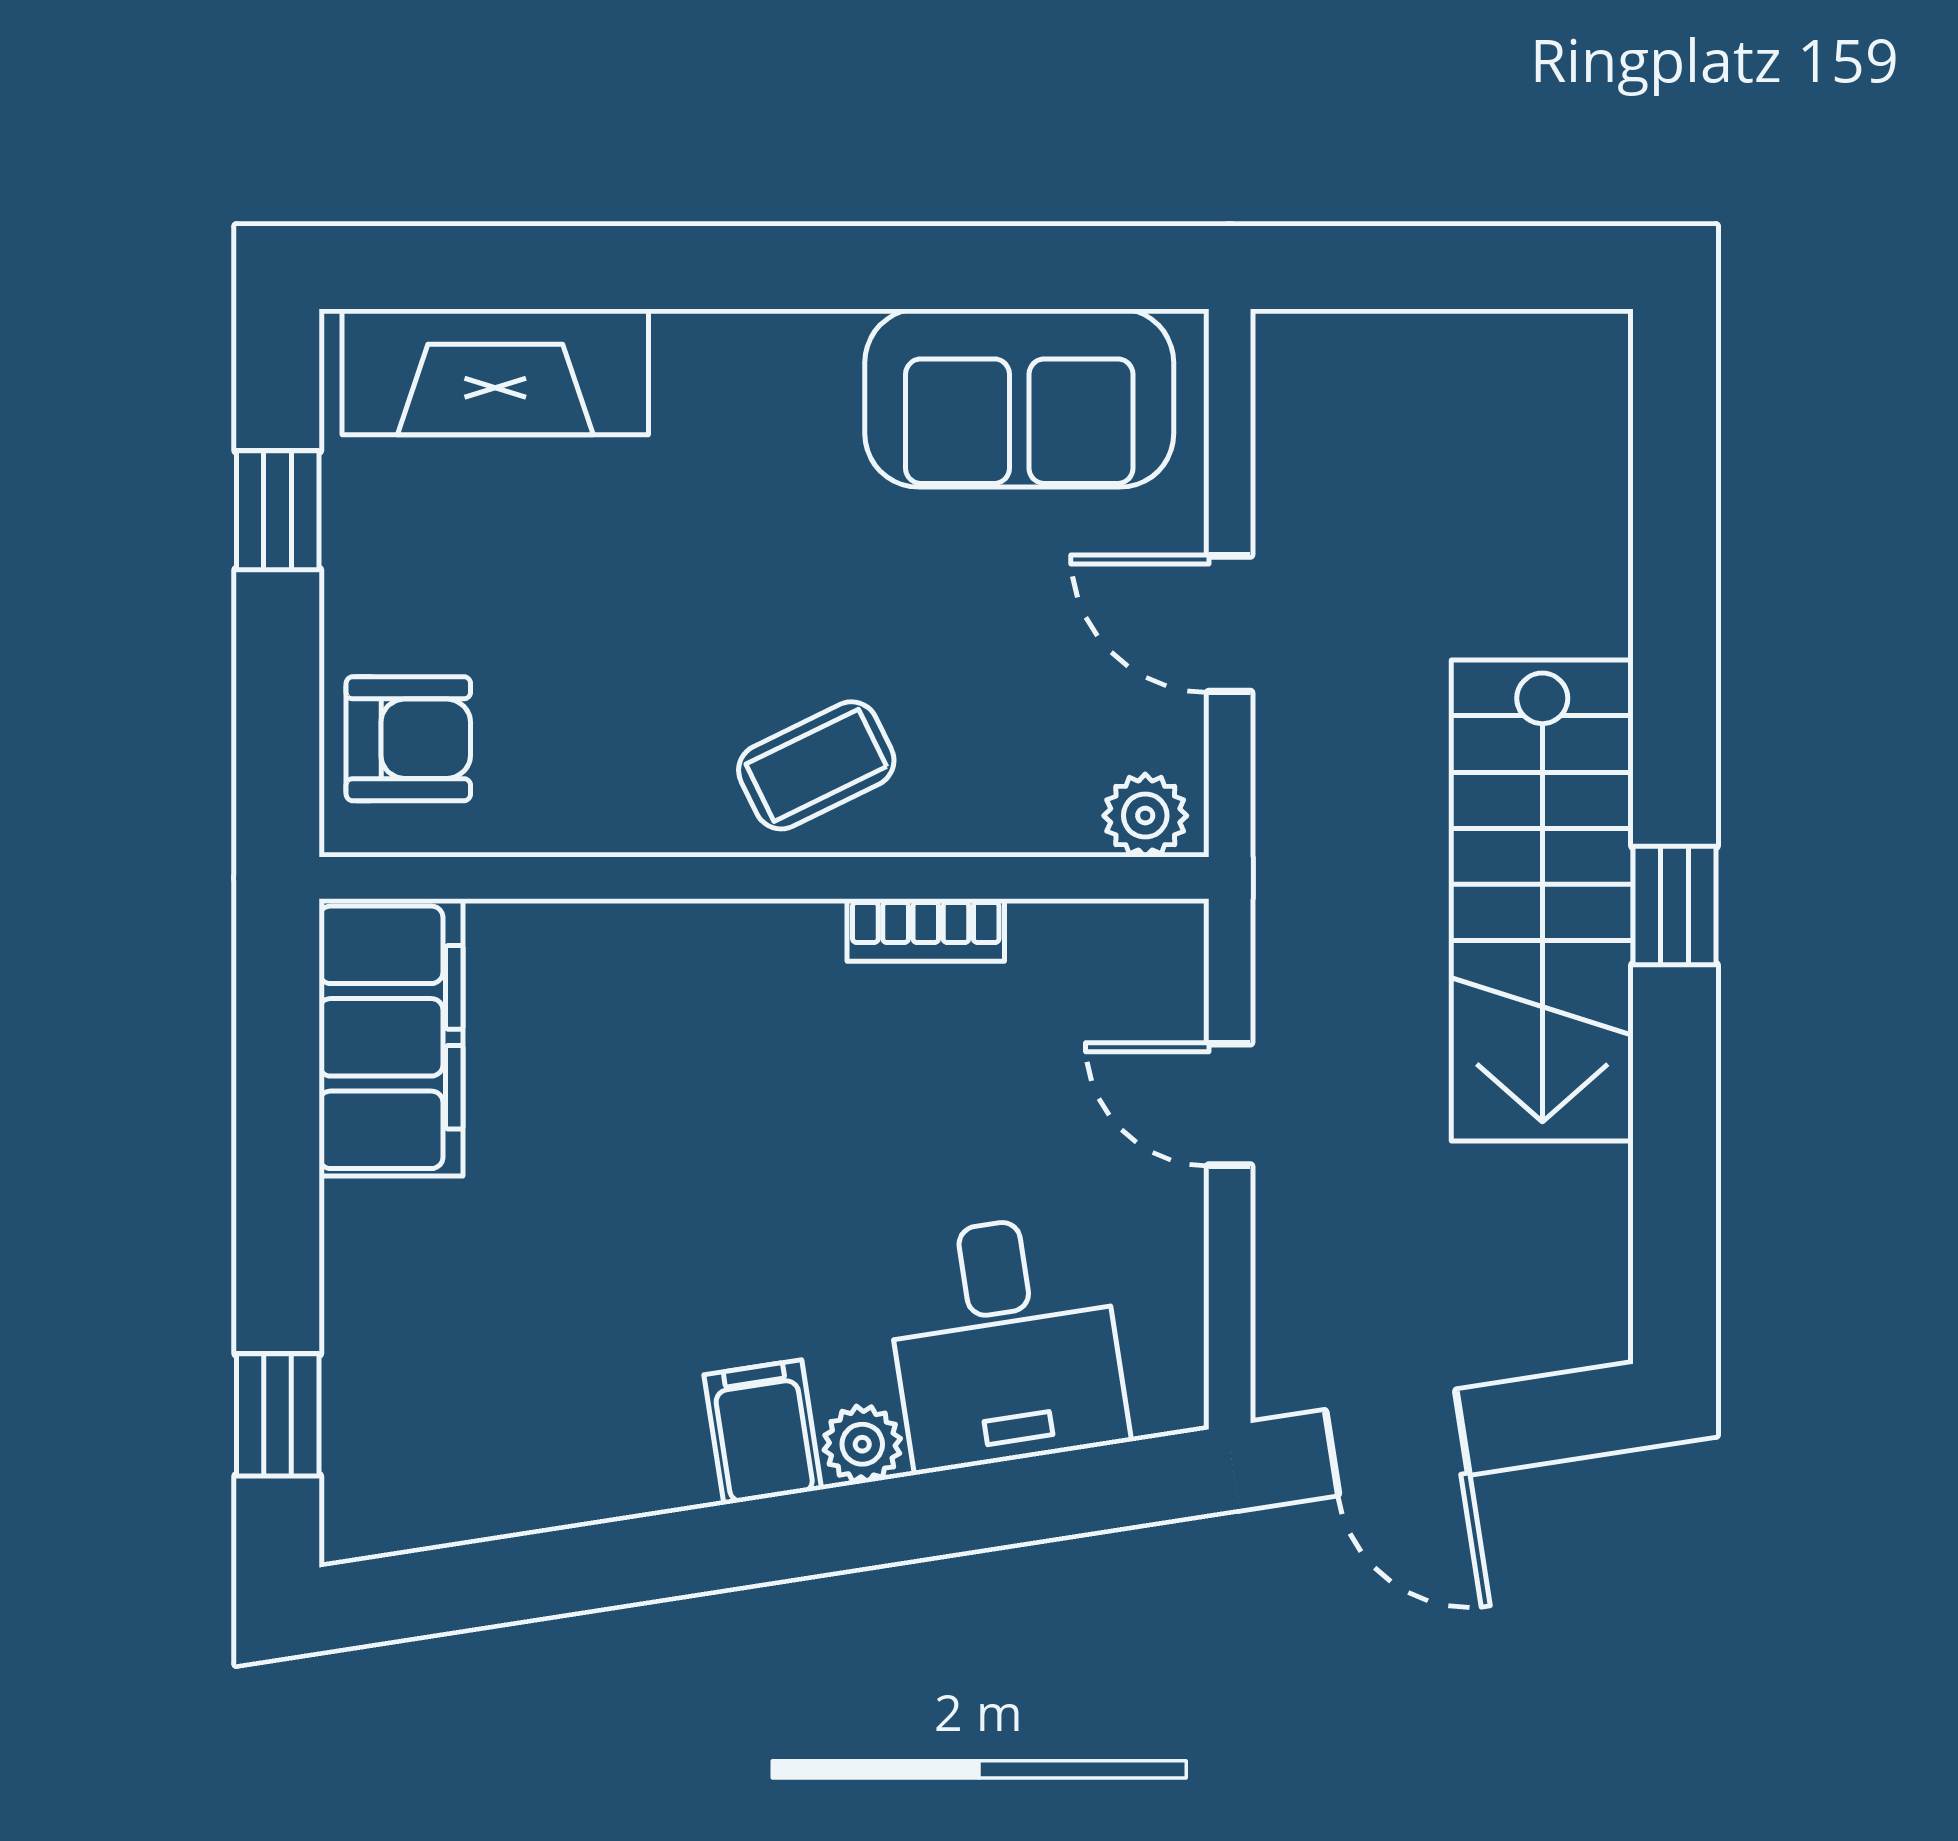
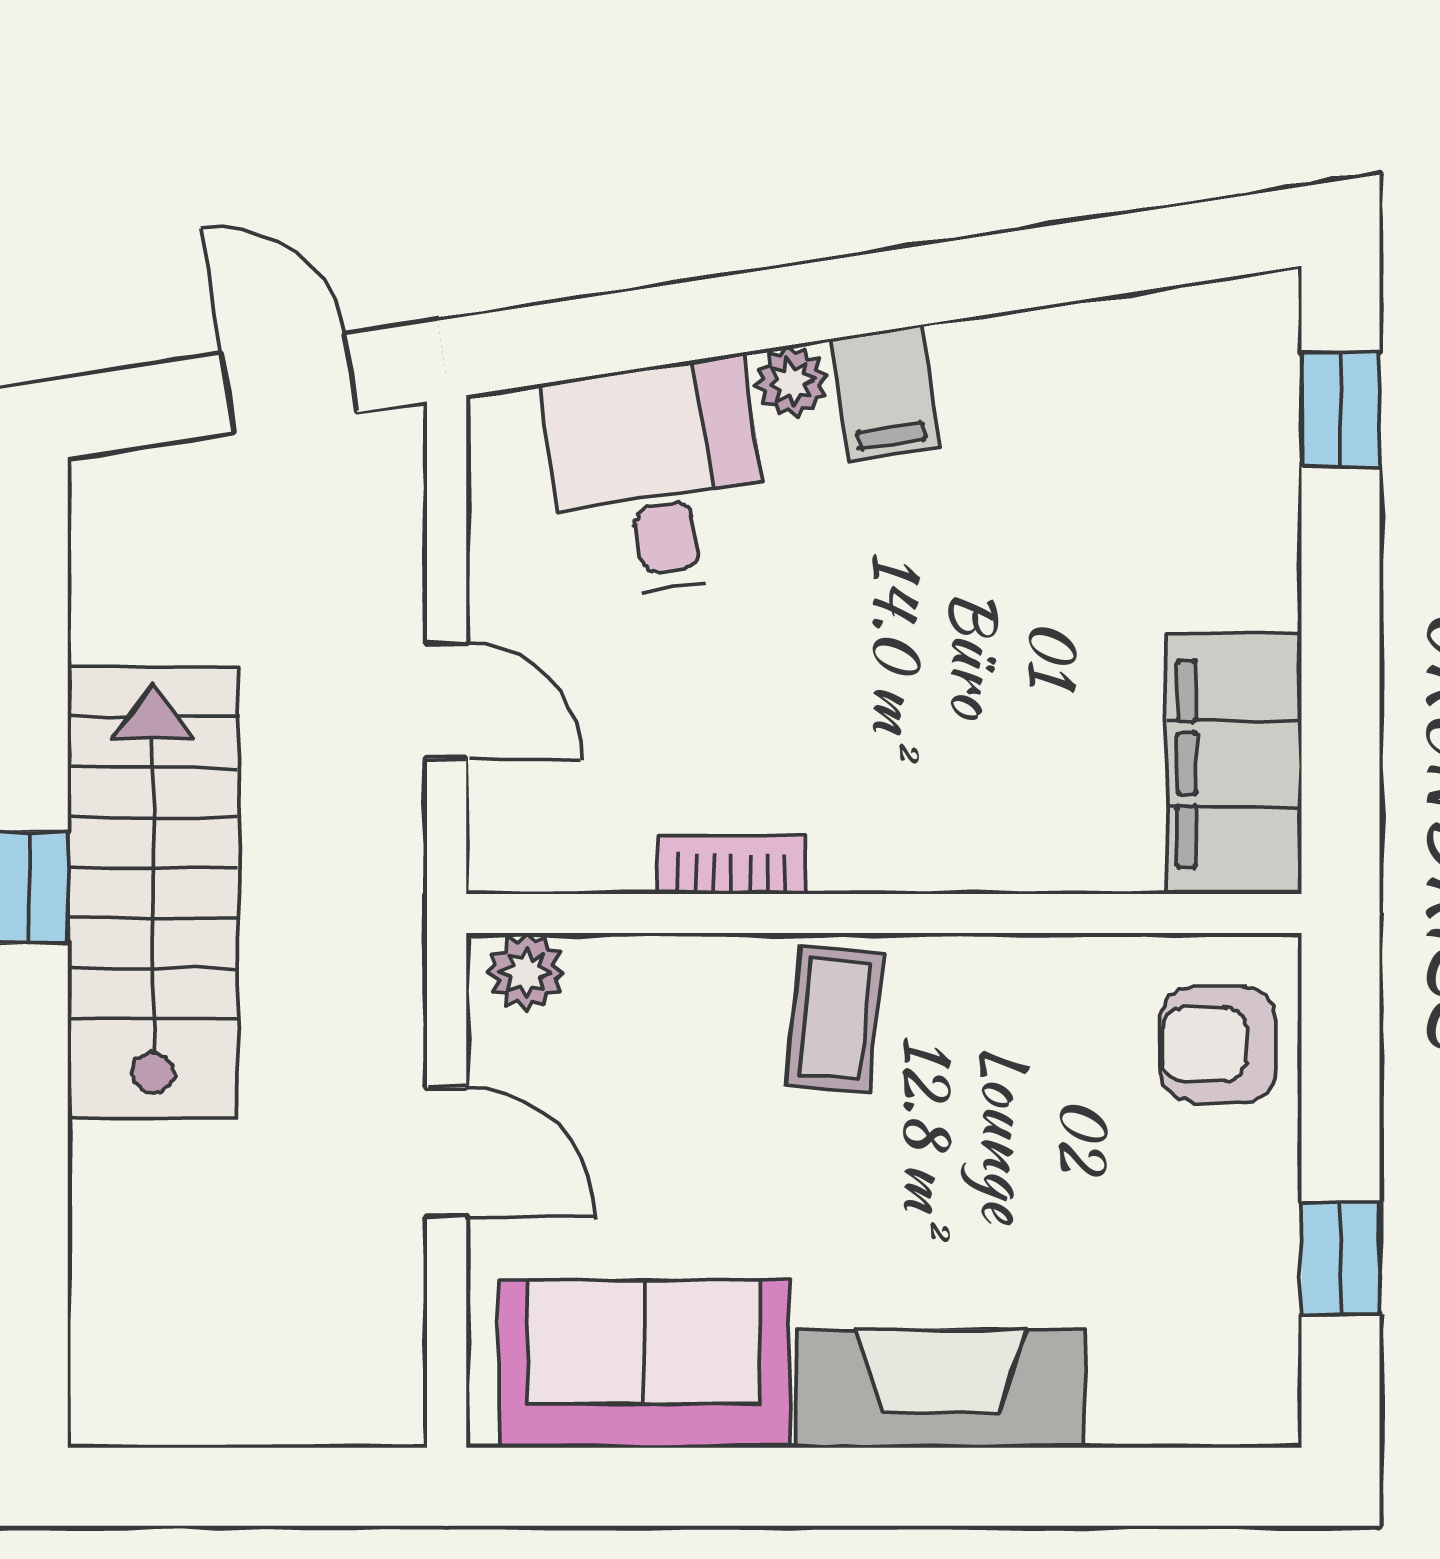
fireplace: (495, 372) -> (941, 1389), moved
coffee table: (816, 765) -> (835, 1019), turned -58

